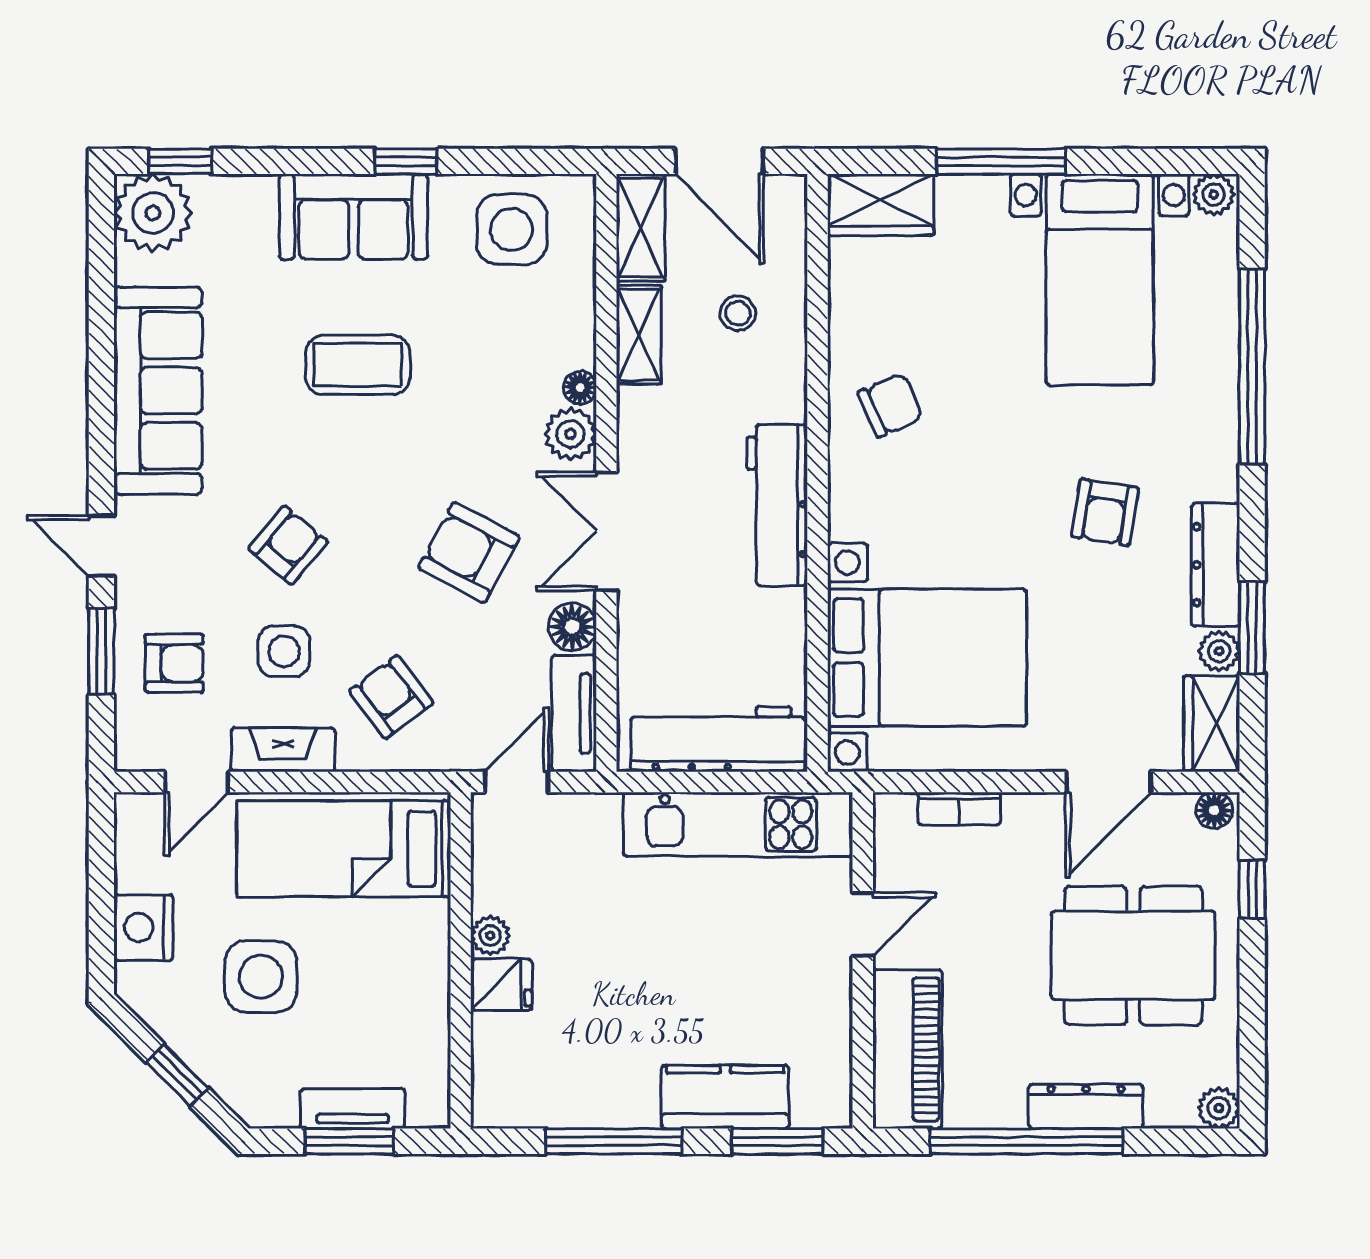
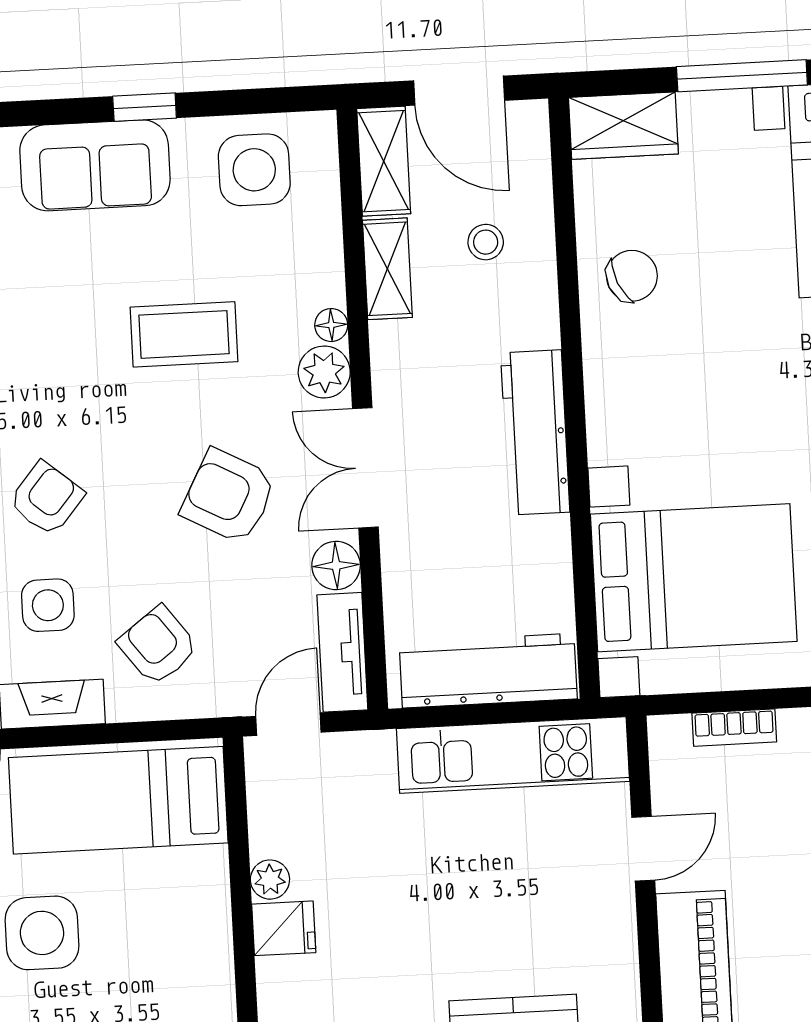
coffee table: (358, 365) -> (184, 334), moved
chair: (890, 405) -> (632, 276), moved

